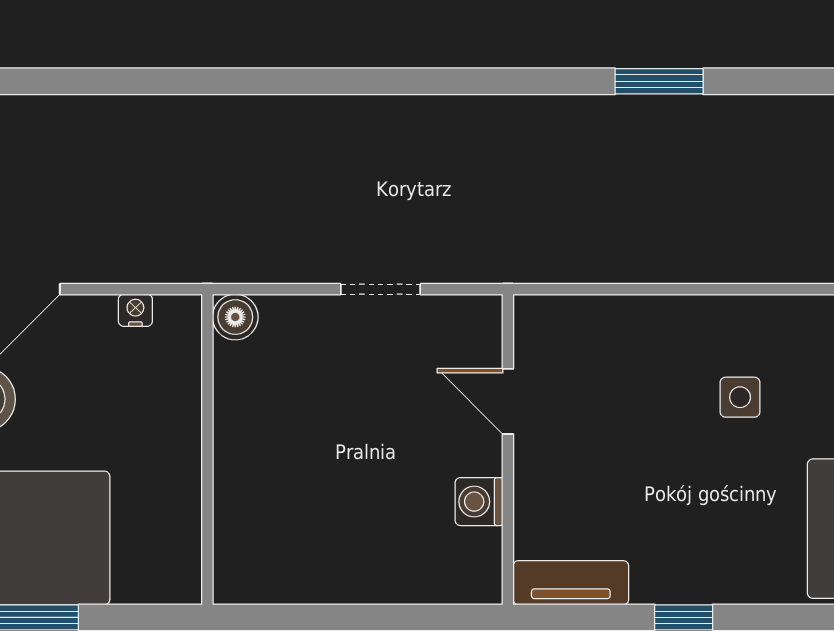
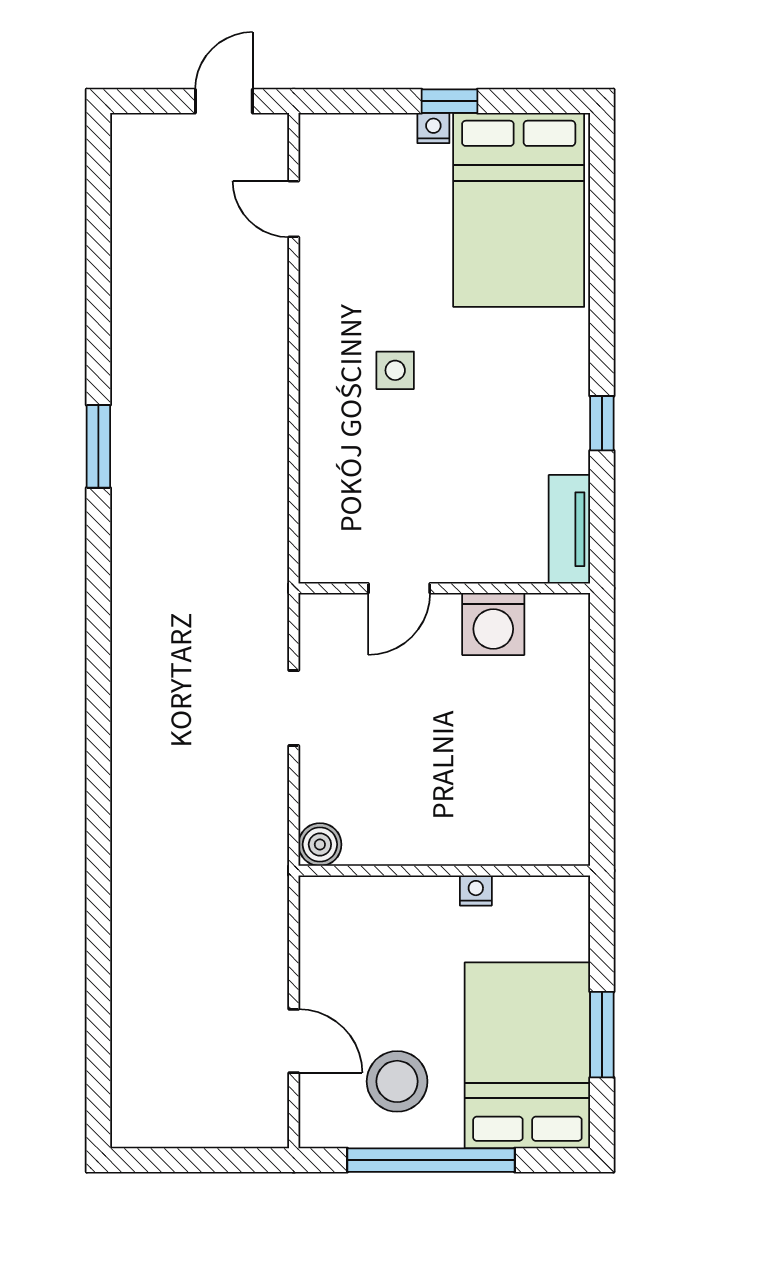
nightstand: (135, 310) -> (476, 890), moved, turned 90
washing machine: (479, 502) -> (493, 624), width x1.38, depth x1.38

